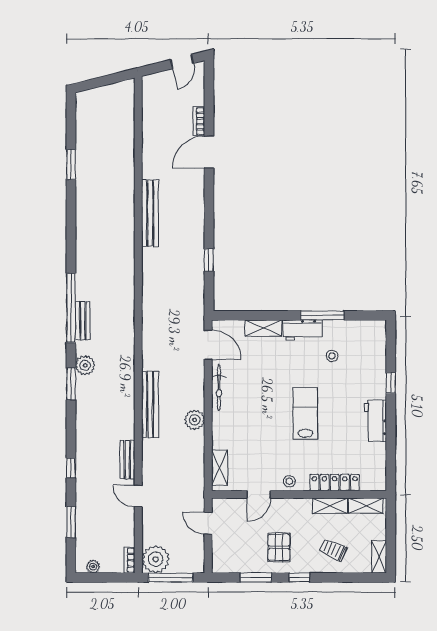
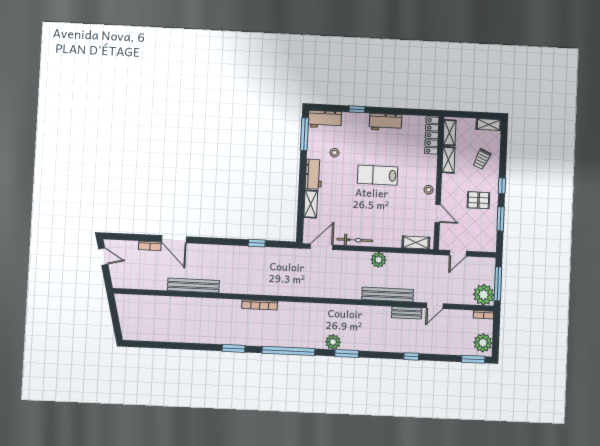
window: (71, 164) -> (234, 348), moved
bench: (150, 213) -> (193, 285), moved
bookcase: (129, 268) -> (260, 305), added
window: (322, 315) -> (304, 134), moved
bench: (83, 321) -> (299, 342), removed
workbench: (375, 341) -> (325, 119), added
bench: (150, 404) -> (388, 294), moved
locker: (335, 483) -> (432, 135), moved
window: (71, 522) -> (473, 359), moved
plant: (93, 567) -> (483, 343), width x1.88, depth x1.88

